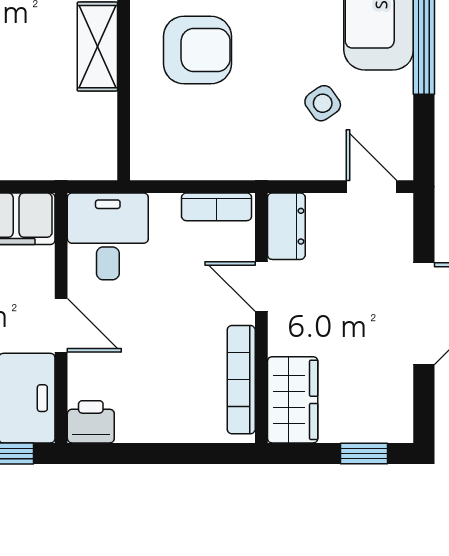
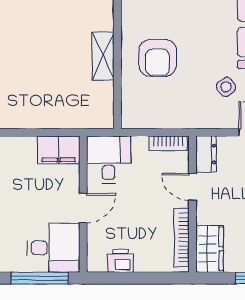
armchair: (197, 50) -> (158, 58), turned 90
door: (61, 325) -> (83, 208), hinge flipped
printer: (91, 422) -> (120, 261), moved

